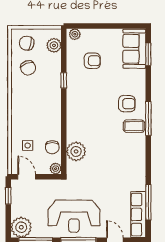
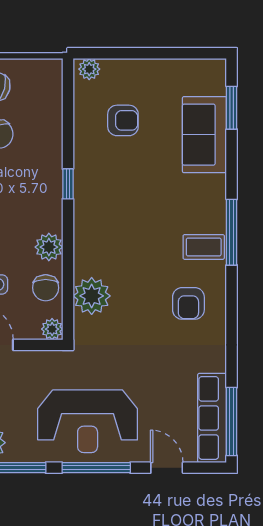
plant: (54, 45) -> (49, 247), moved
sofa: (134, 49) -> (204, 135), moved
window: (64, 80) -> (68, 184), moved
armchair: (127, 104) -> (188, 303), moved, turned 90
window: (148, 202) -> (232, 421), moved

